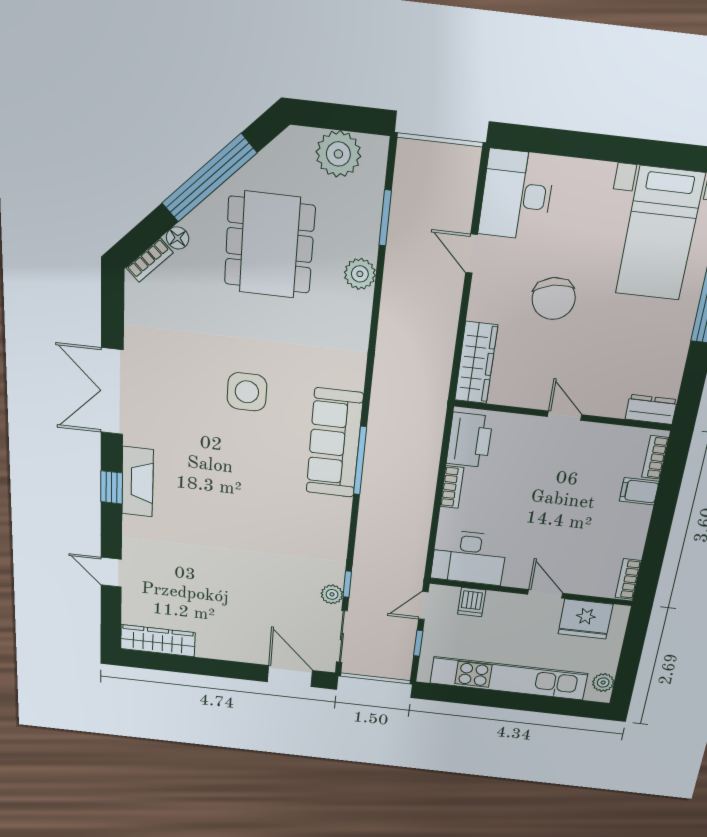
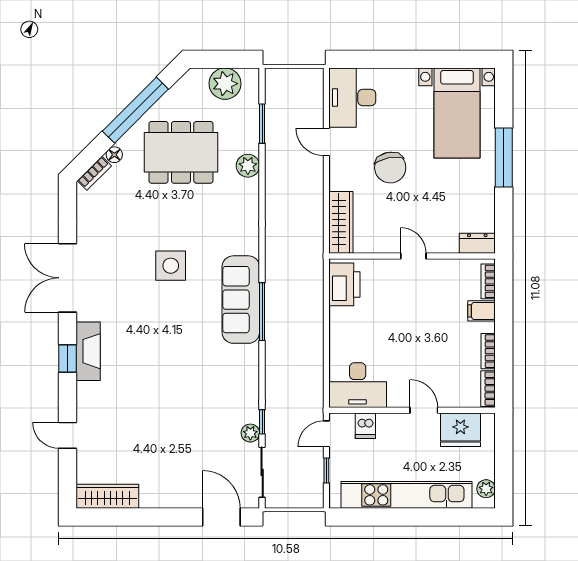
dining table: (269, 245) -> (181, 152), turned 90
bookcase: (452, 487) -> (488, 351), moved, turned 180

